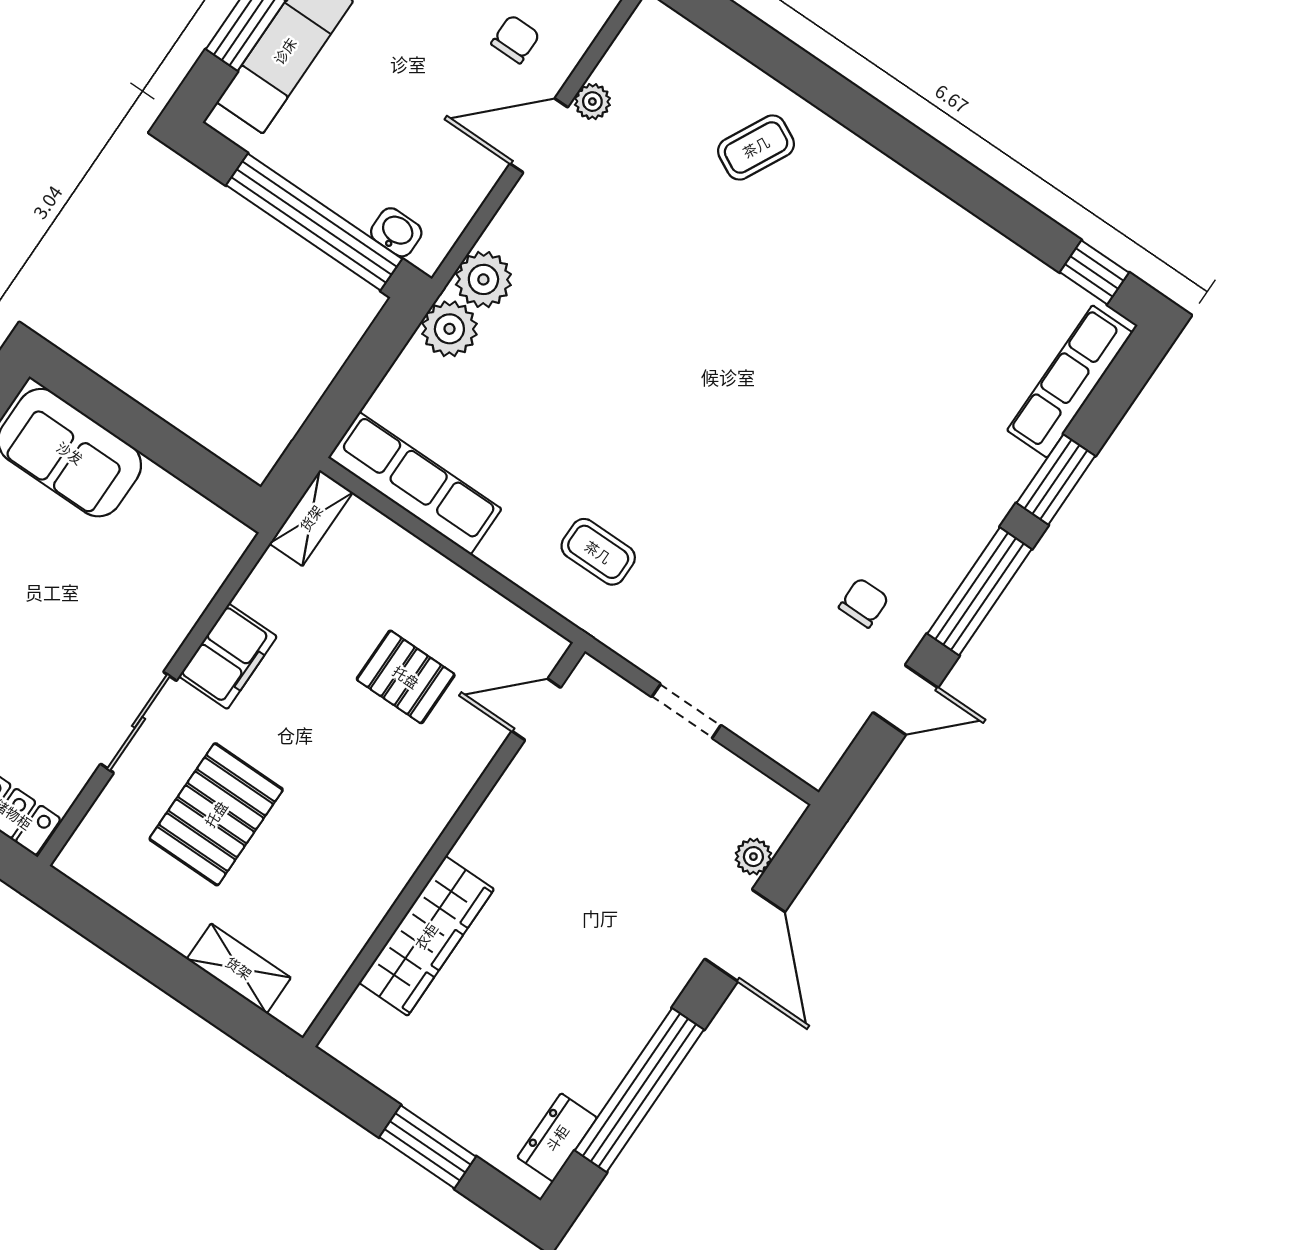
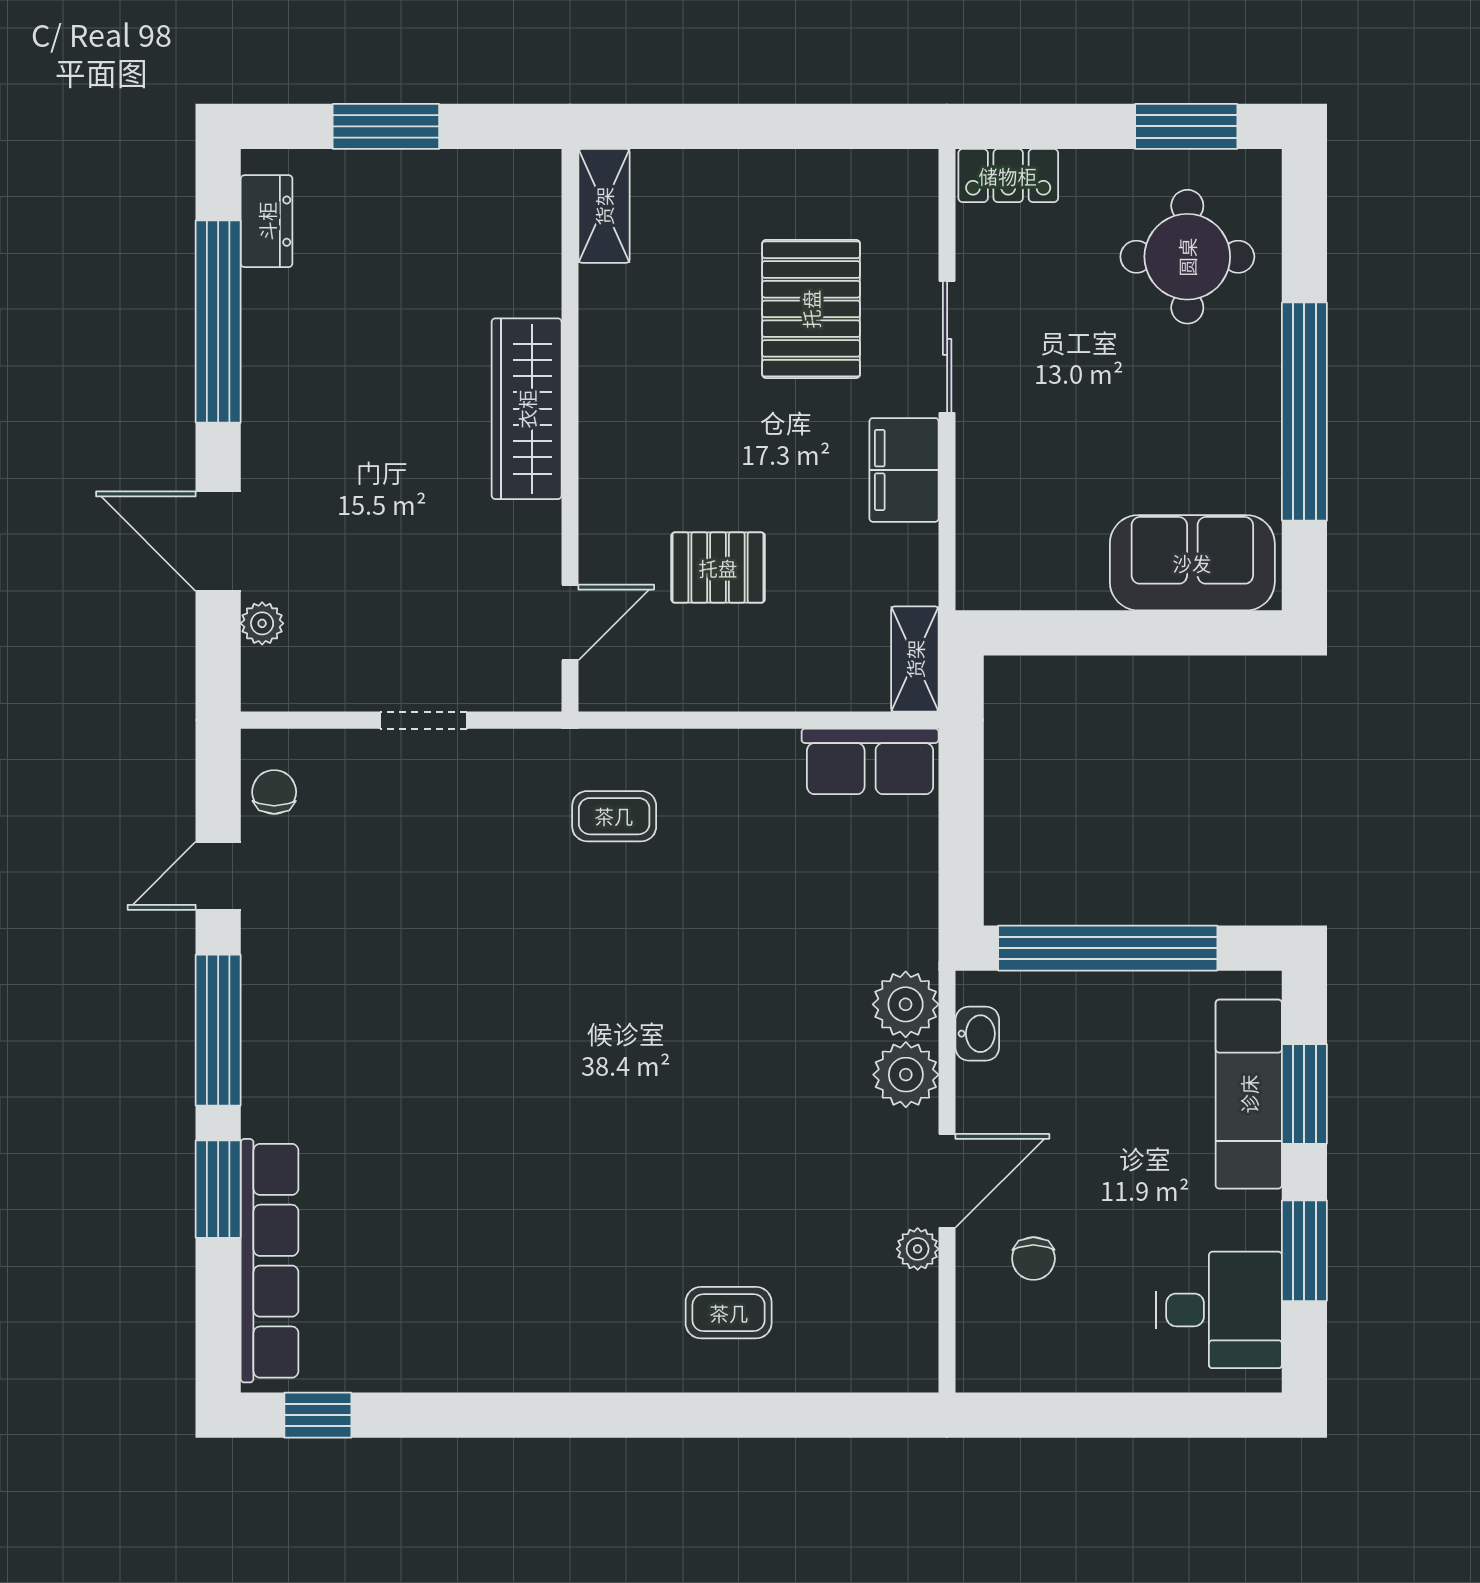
coffee table: (756, 147) -> (729, 1313), turned 63
washbasin: (396, 232) -> (977, 1034), moved, turned -90
plant: (449, 329) -> (906, 1075), moved
row of seats: (1070, 381) -> (270, 1261), width x1.36
row of seats: (415, 483) -> (870, 761), width x0.68
chair: (864, 603) -> (274, 792), moved, turned 180
wardrobe: (426, 936) -> (527, 409), moved
shelving: (239, 968) -> (604, 206), moved, turned 90

